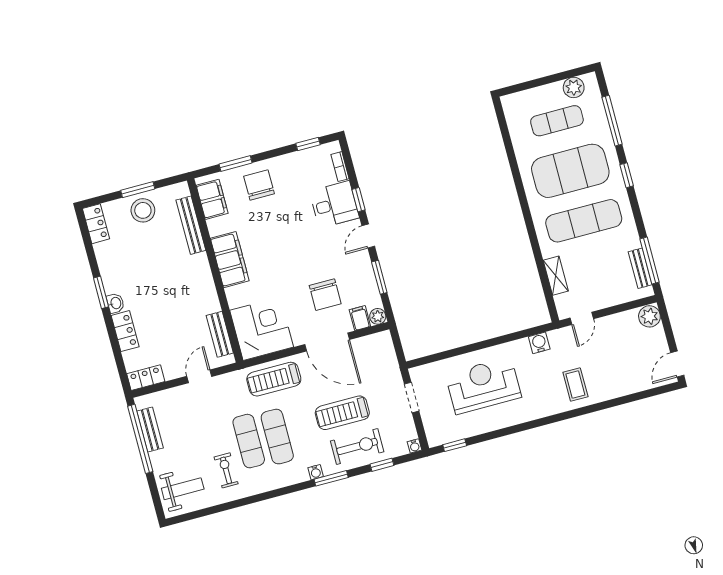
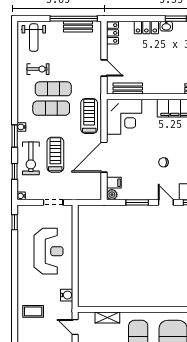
chair: (325, 295) -> (163, 162), moved, width x0.54, depth x0.54

